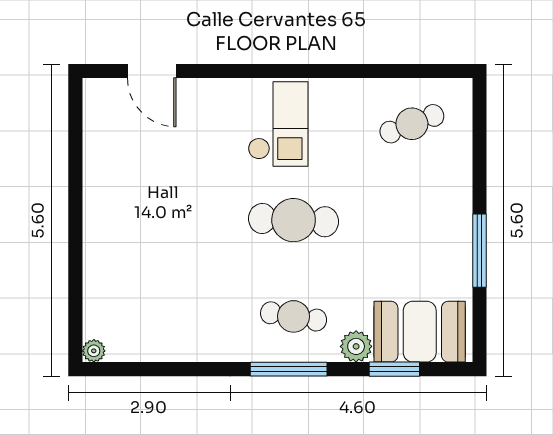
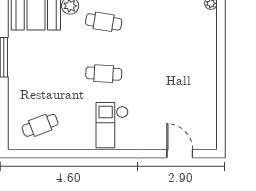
cafe table: (294, 220) -> (104, 74), width x0.73, depth x0.74

